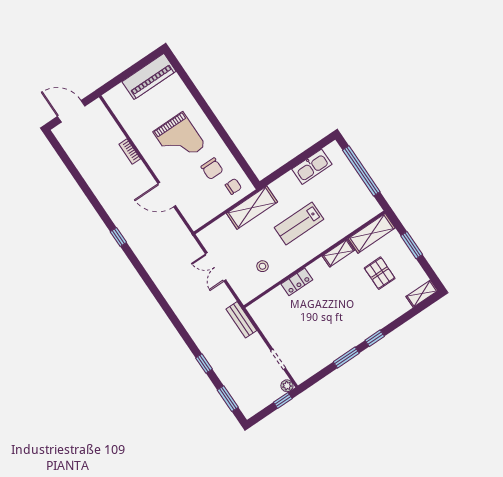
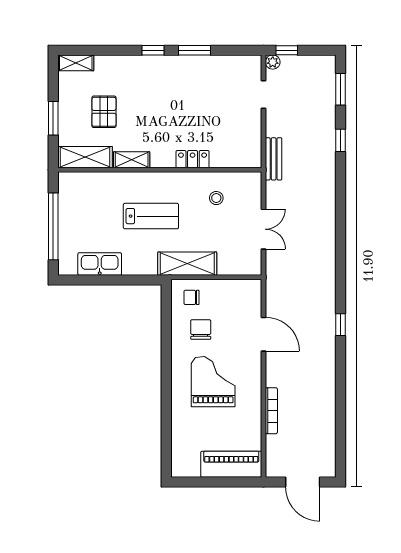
piano: (149, 76) -> (231, 464), moved
bookcase: (130, 151) -> (271, 411), width x1.56

